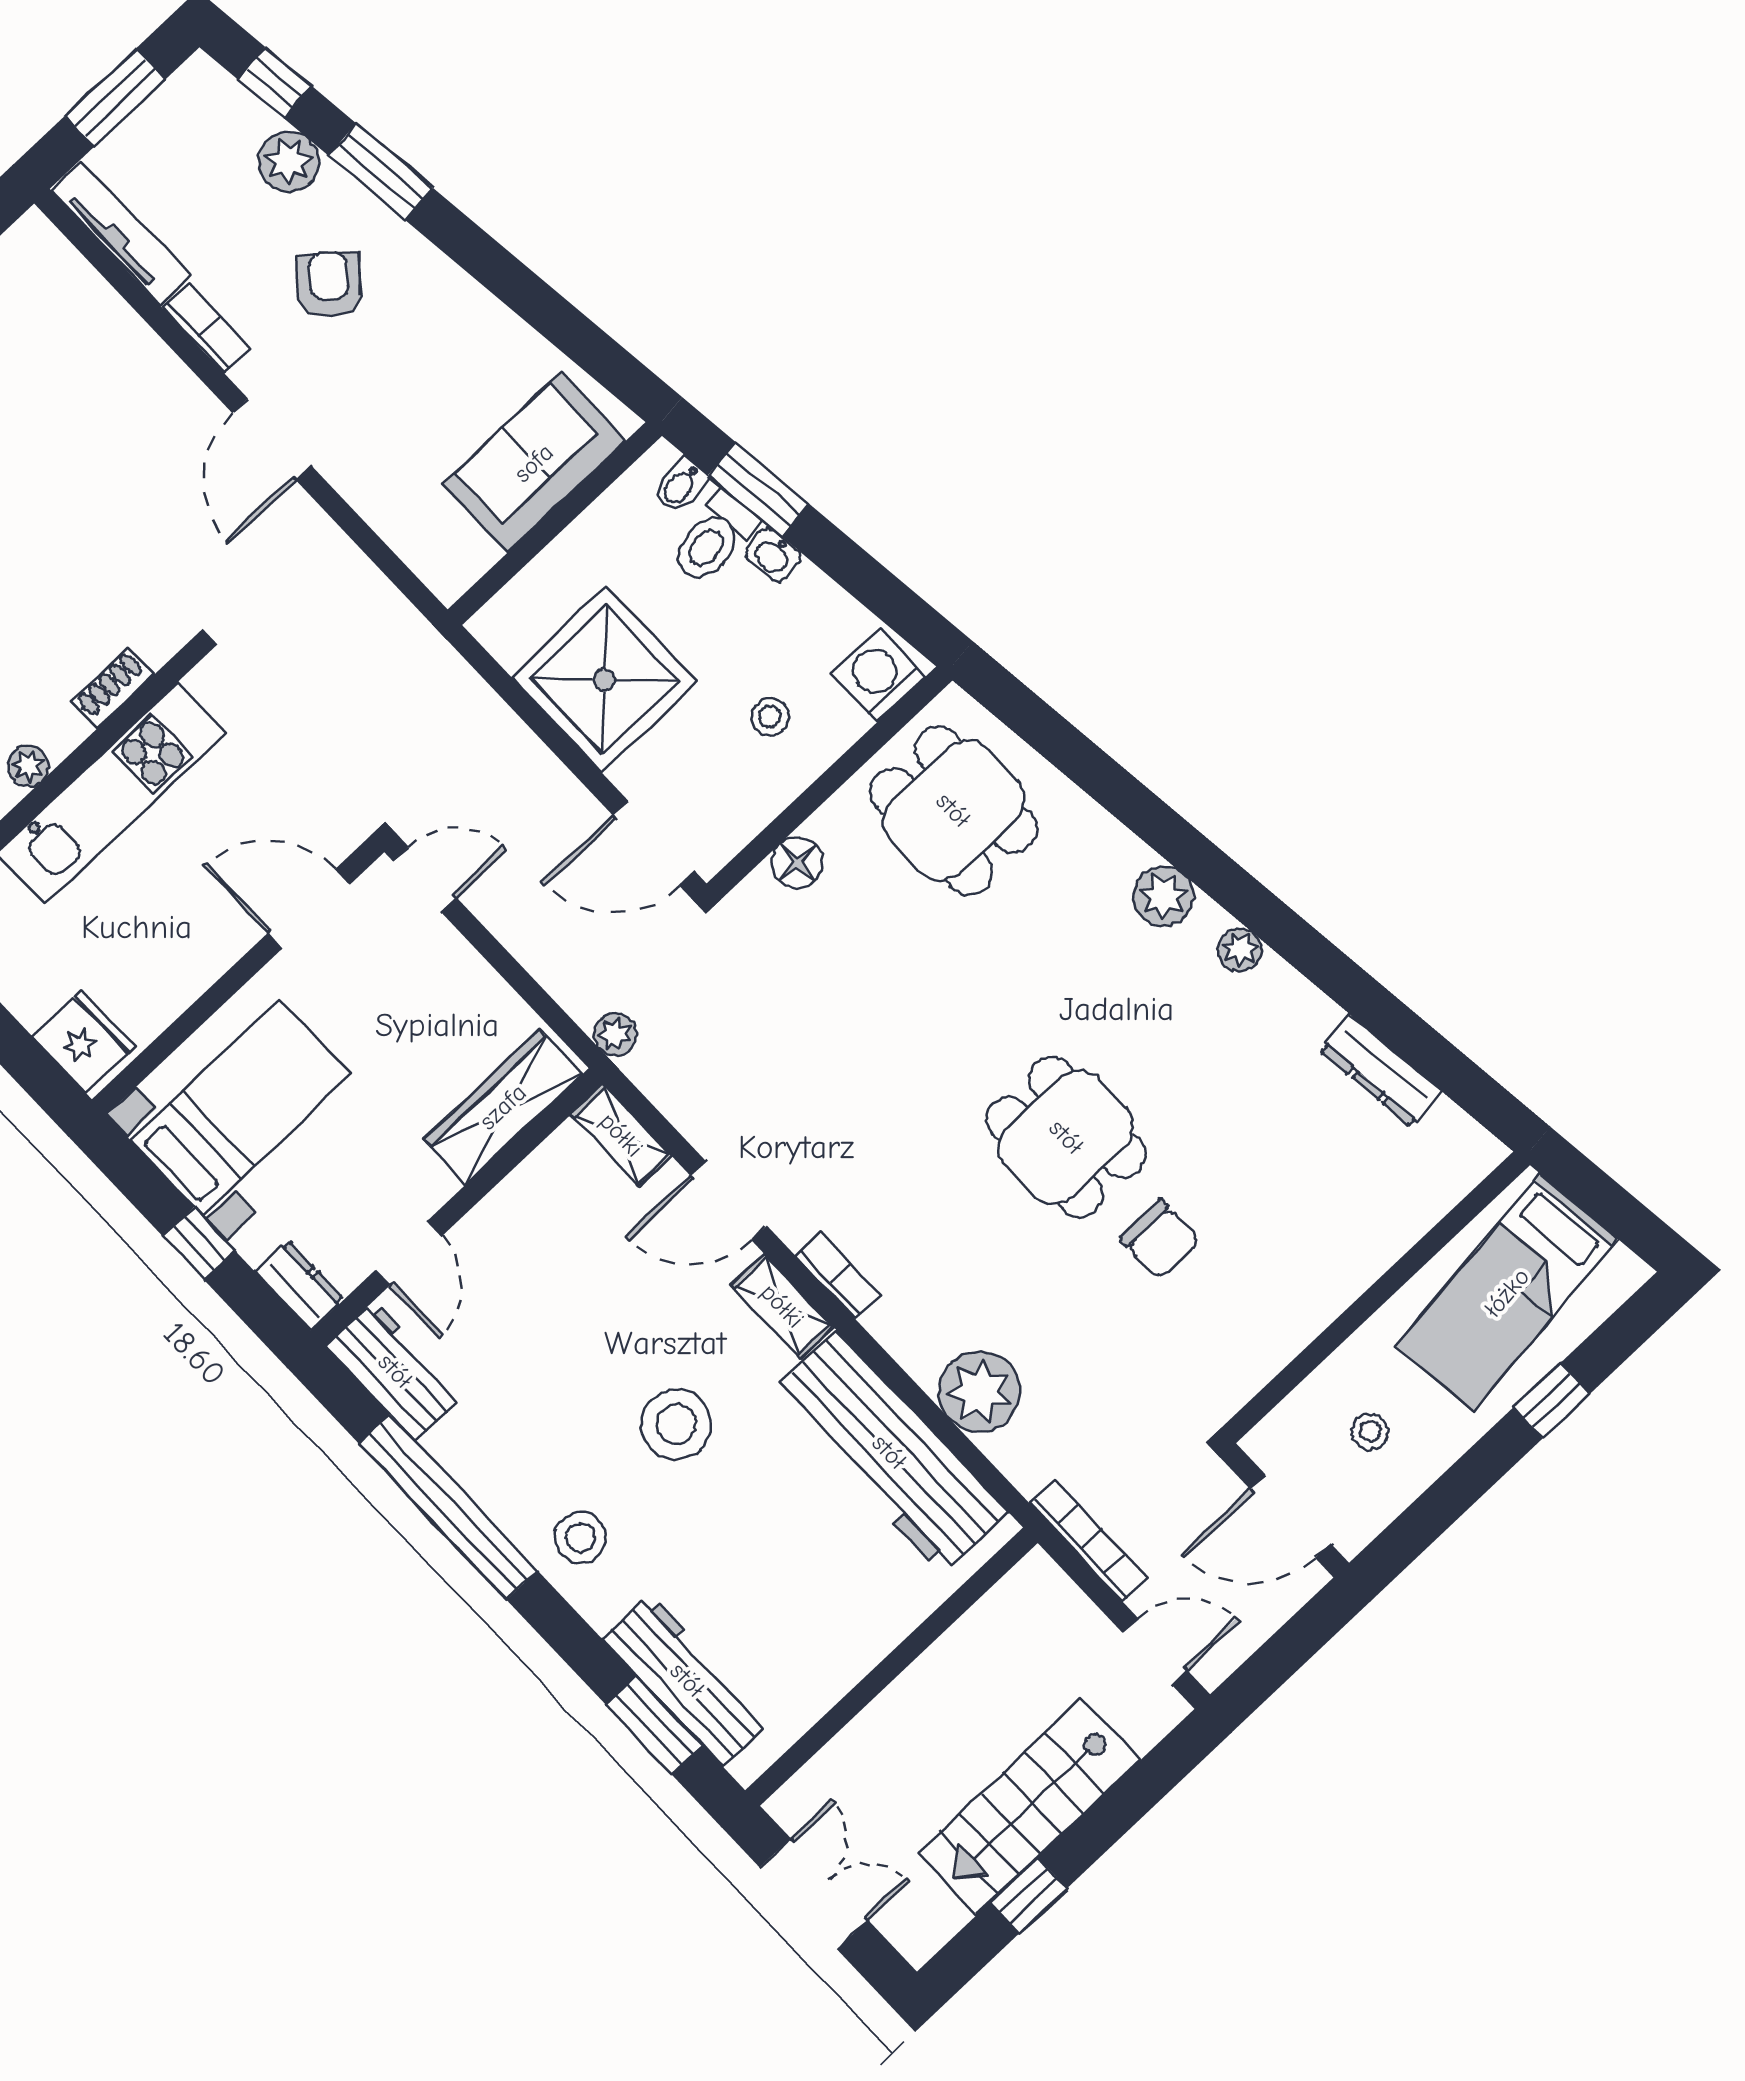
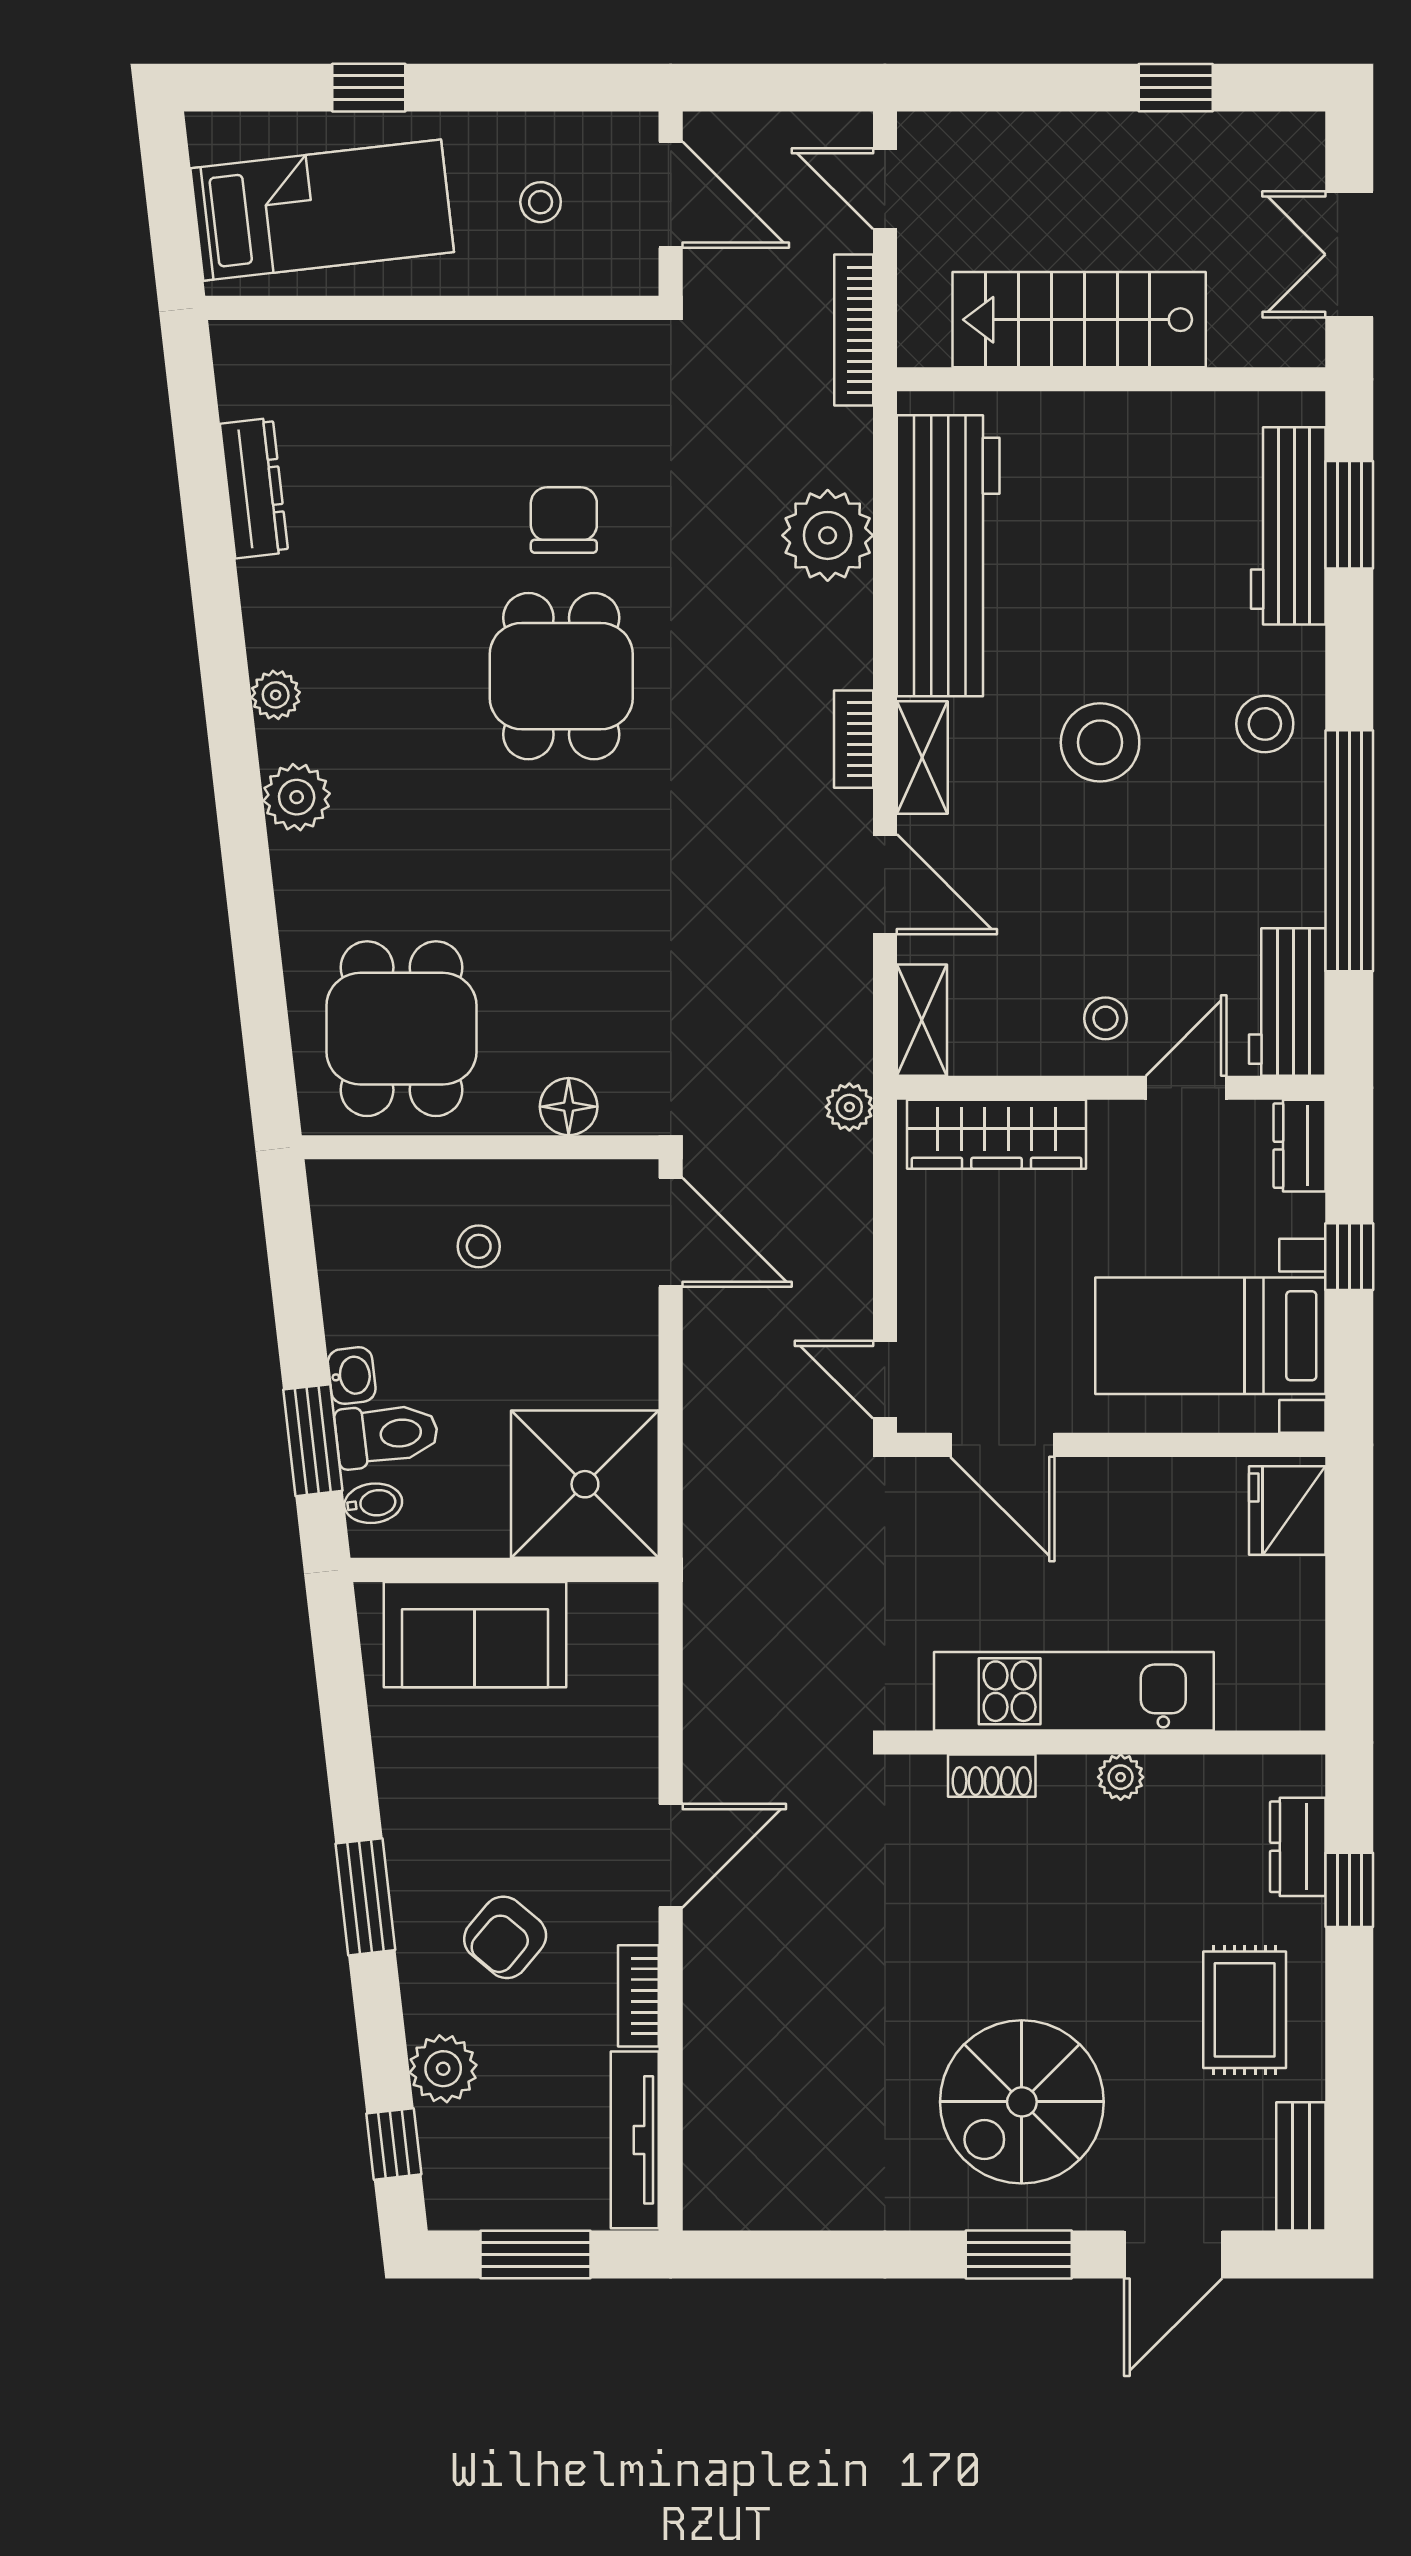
window: (381, 172) -> (365, 1897), moved
washing machine: (878, 675) -> (358, 1197), removed
shower: (604, 679) -> (585, 1484), moved
stool: (503, 1249) -> (1105, 1018), added
stairs: (1029, 1807) -> (1079, 320), moved, turned 180

